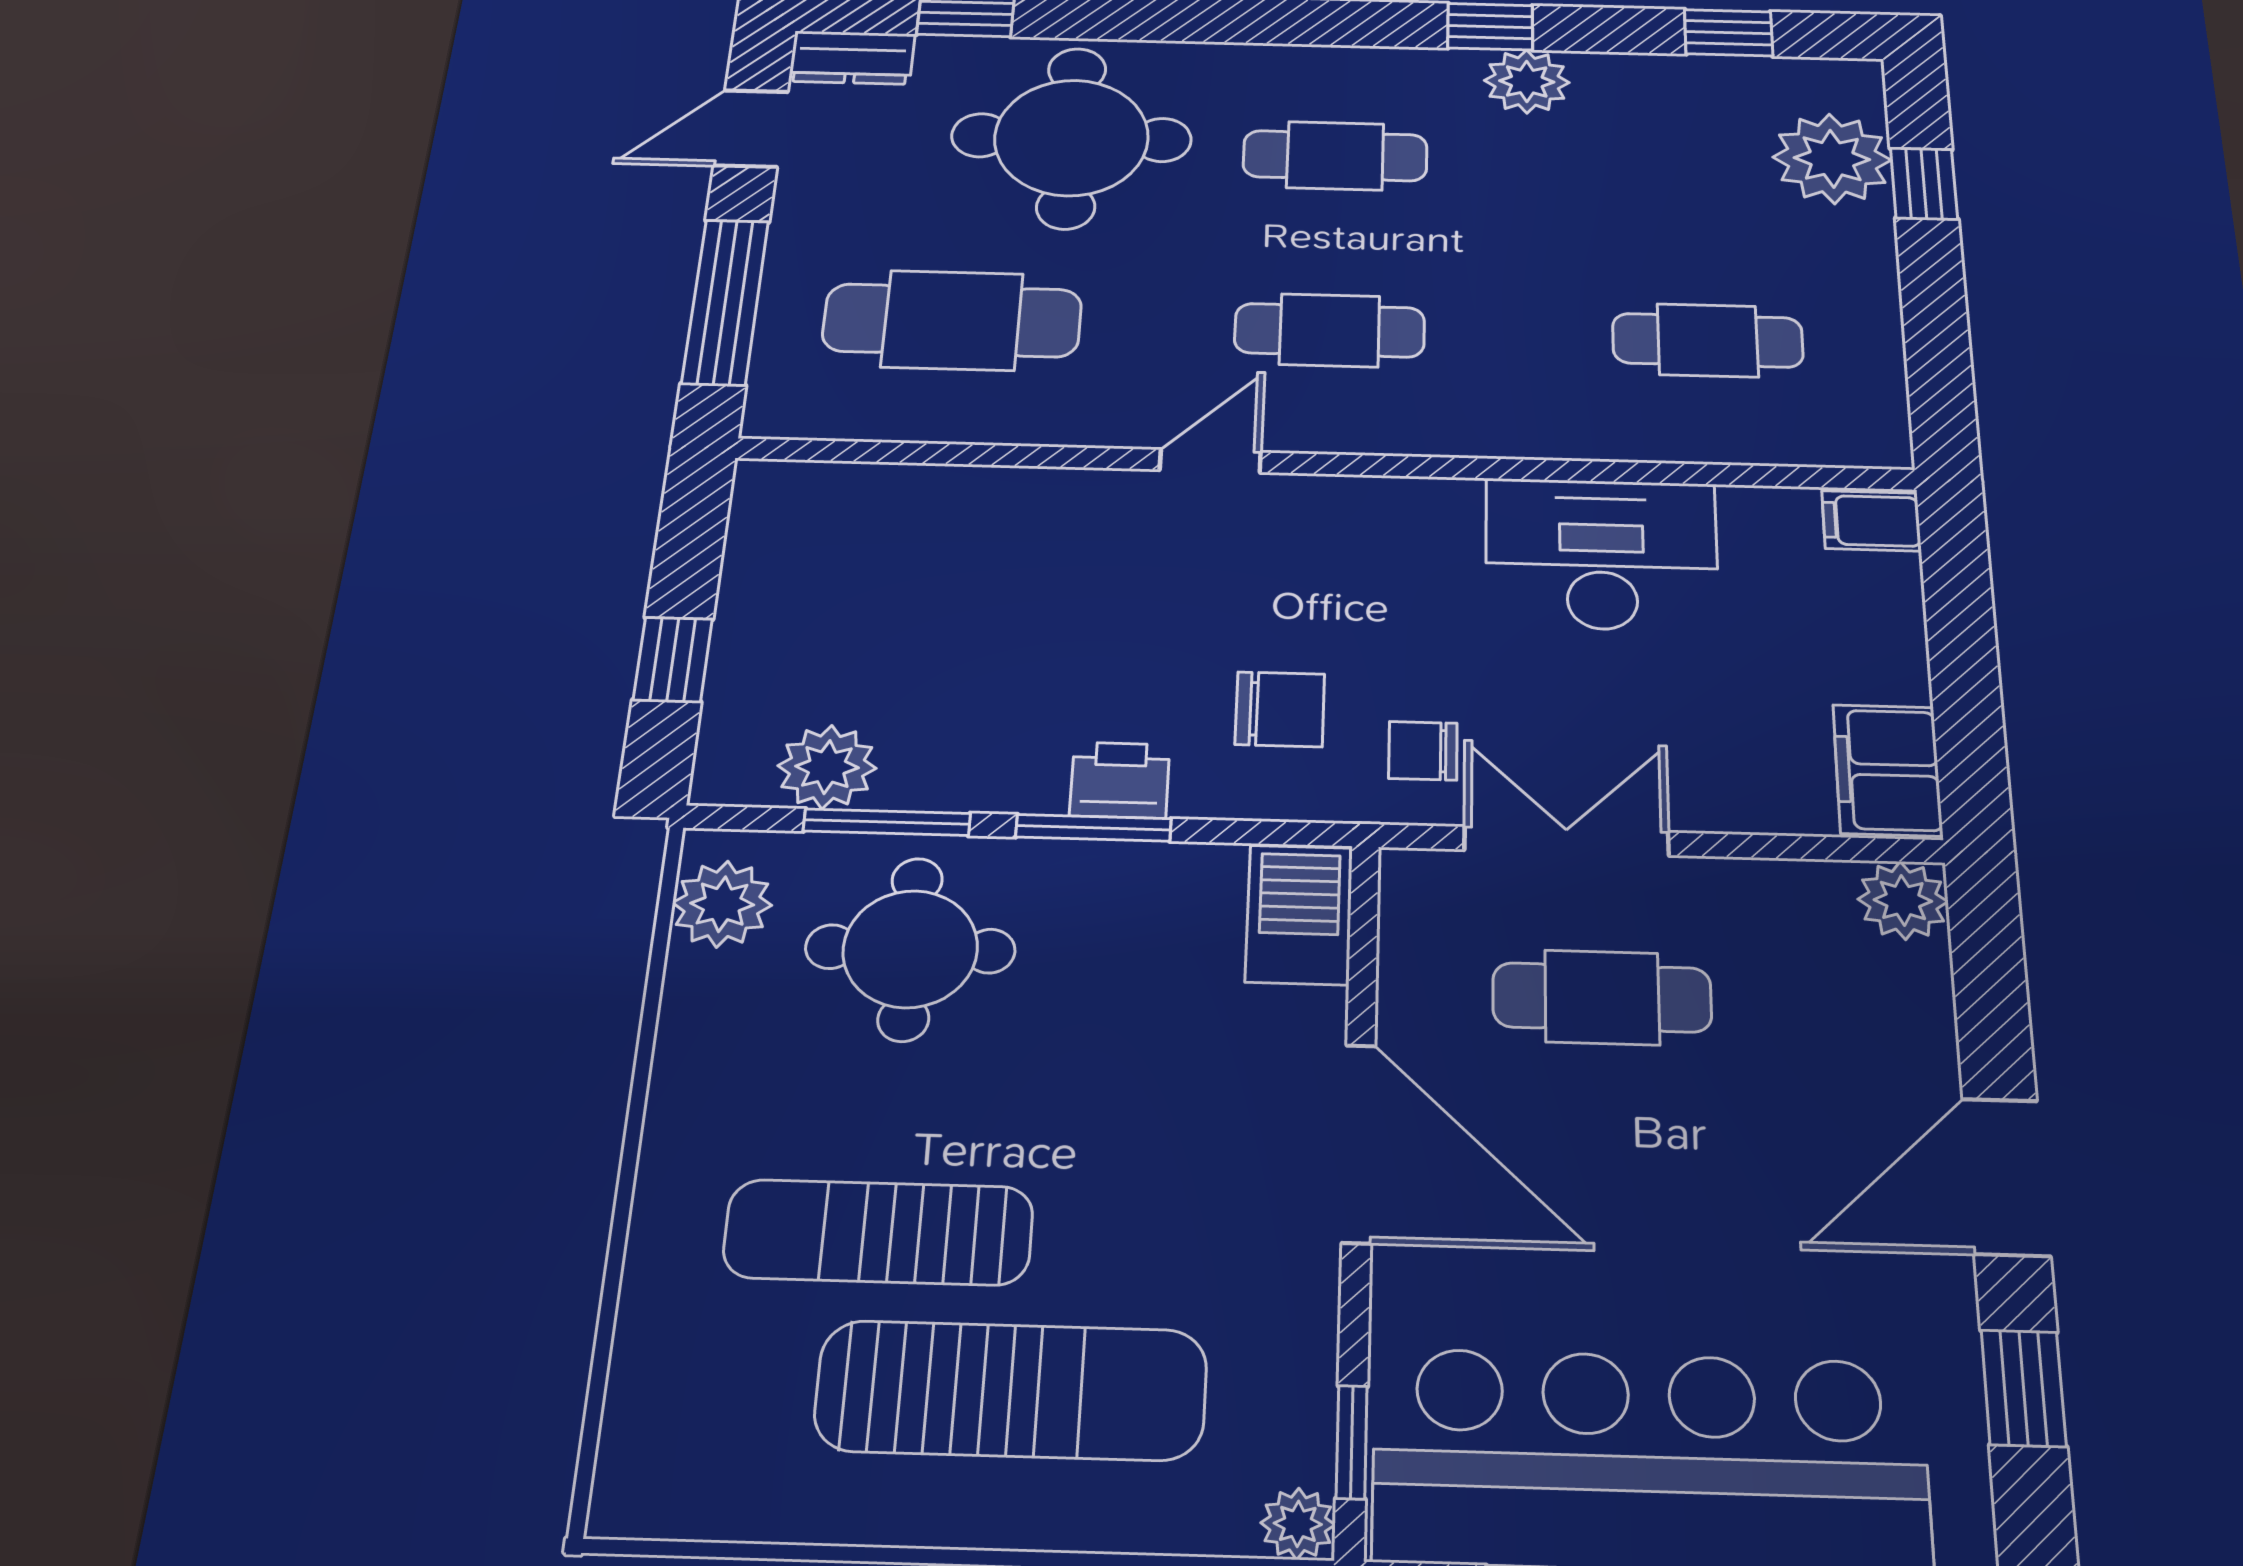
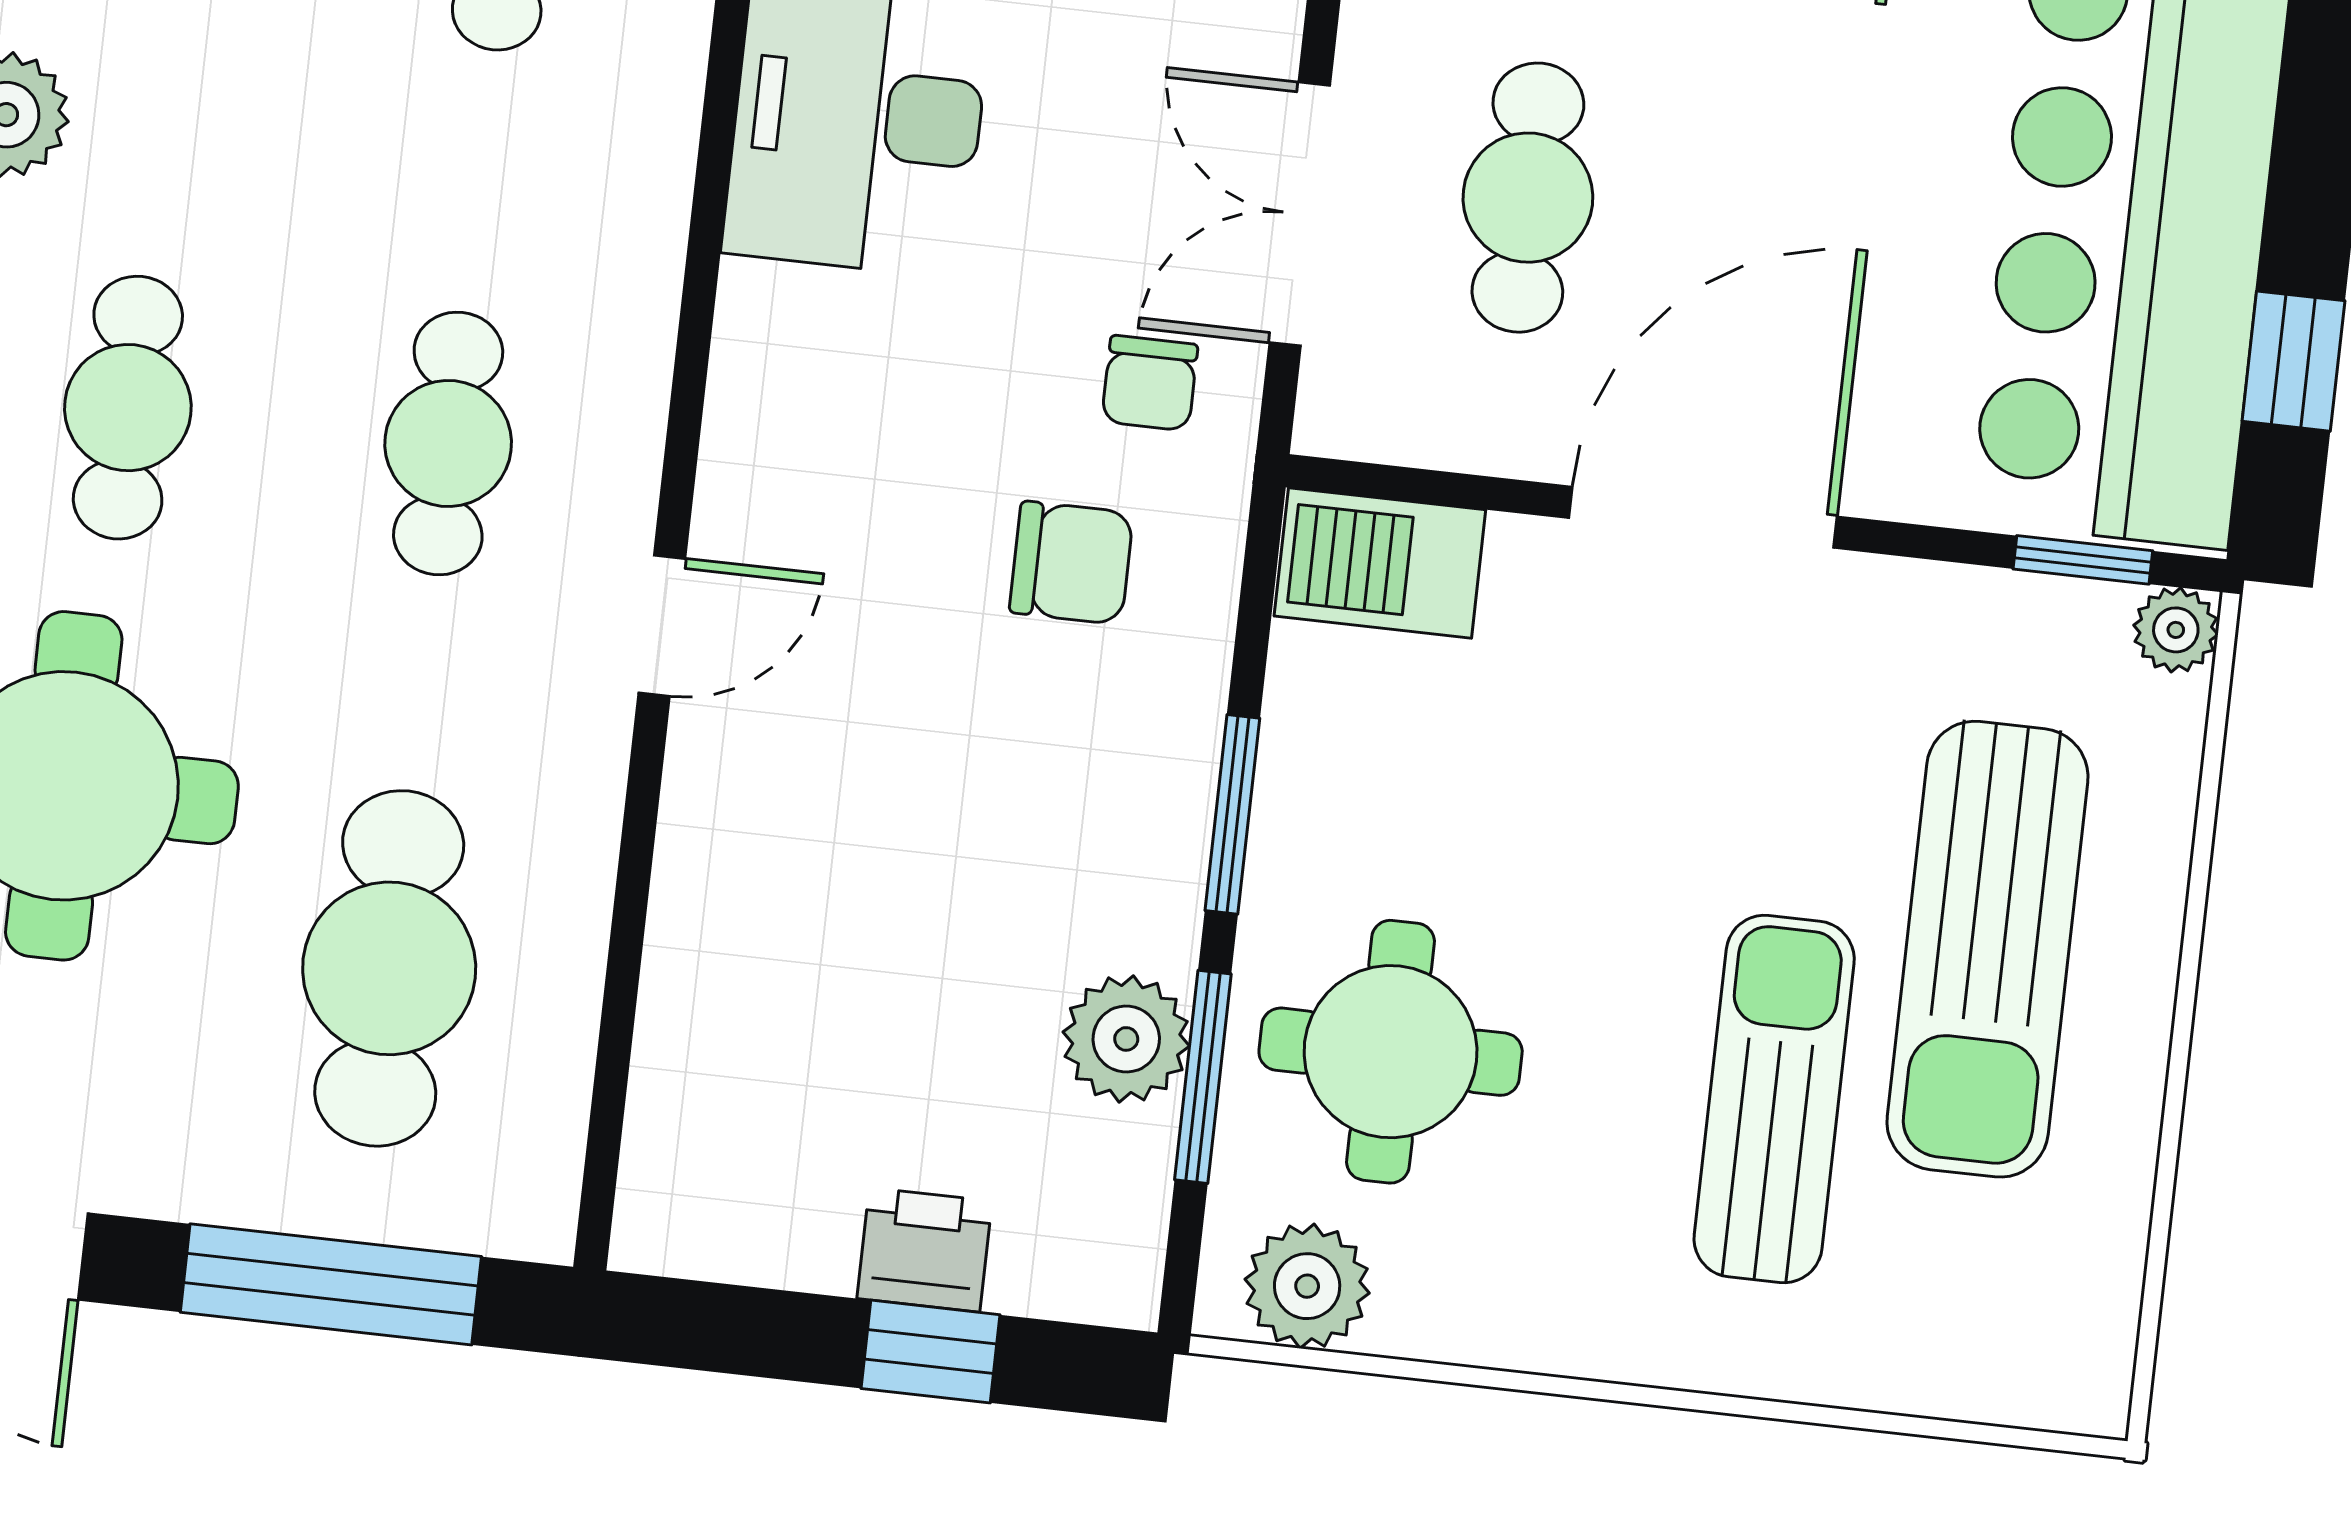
door: (1210, 461) -> (662, 626), swing flipped
chair: (1280, 709) -> (1071, 563), turned 90
plant: (827, 767) -> (1126, 1039), moved
printer: (1120, 780) -> (925, 1250), moved, turned 90
sun lounger: (878, 1232) -> (1774, 1099), turned 180
sun lounger: (1011, 1390) -> (1987, 949), turned 180

